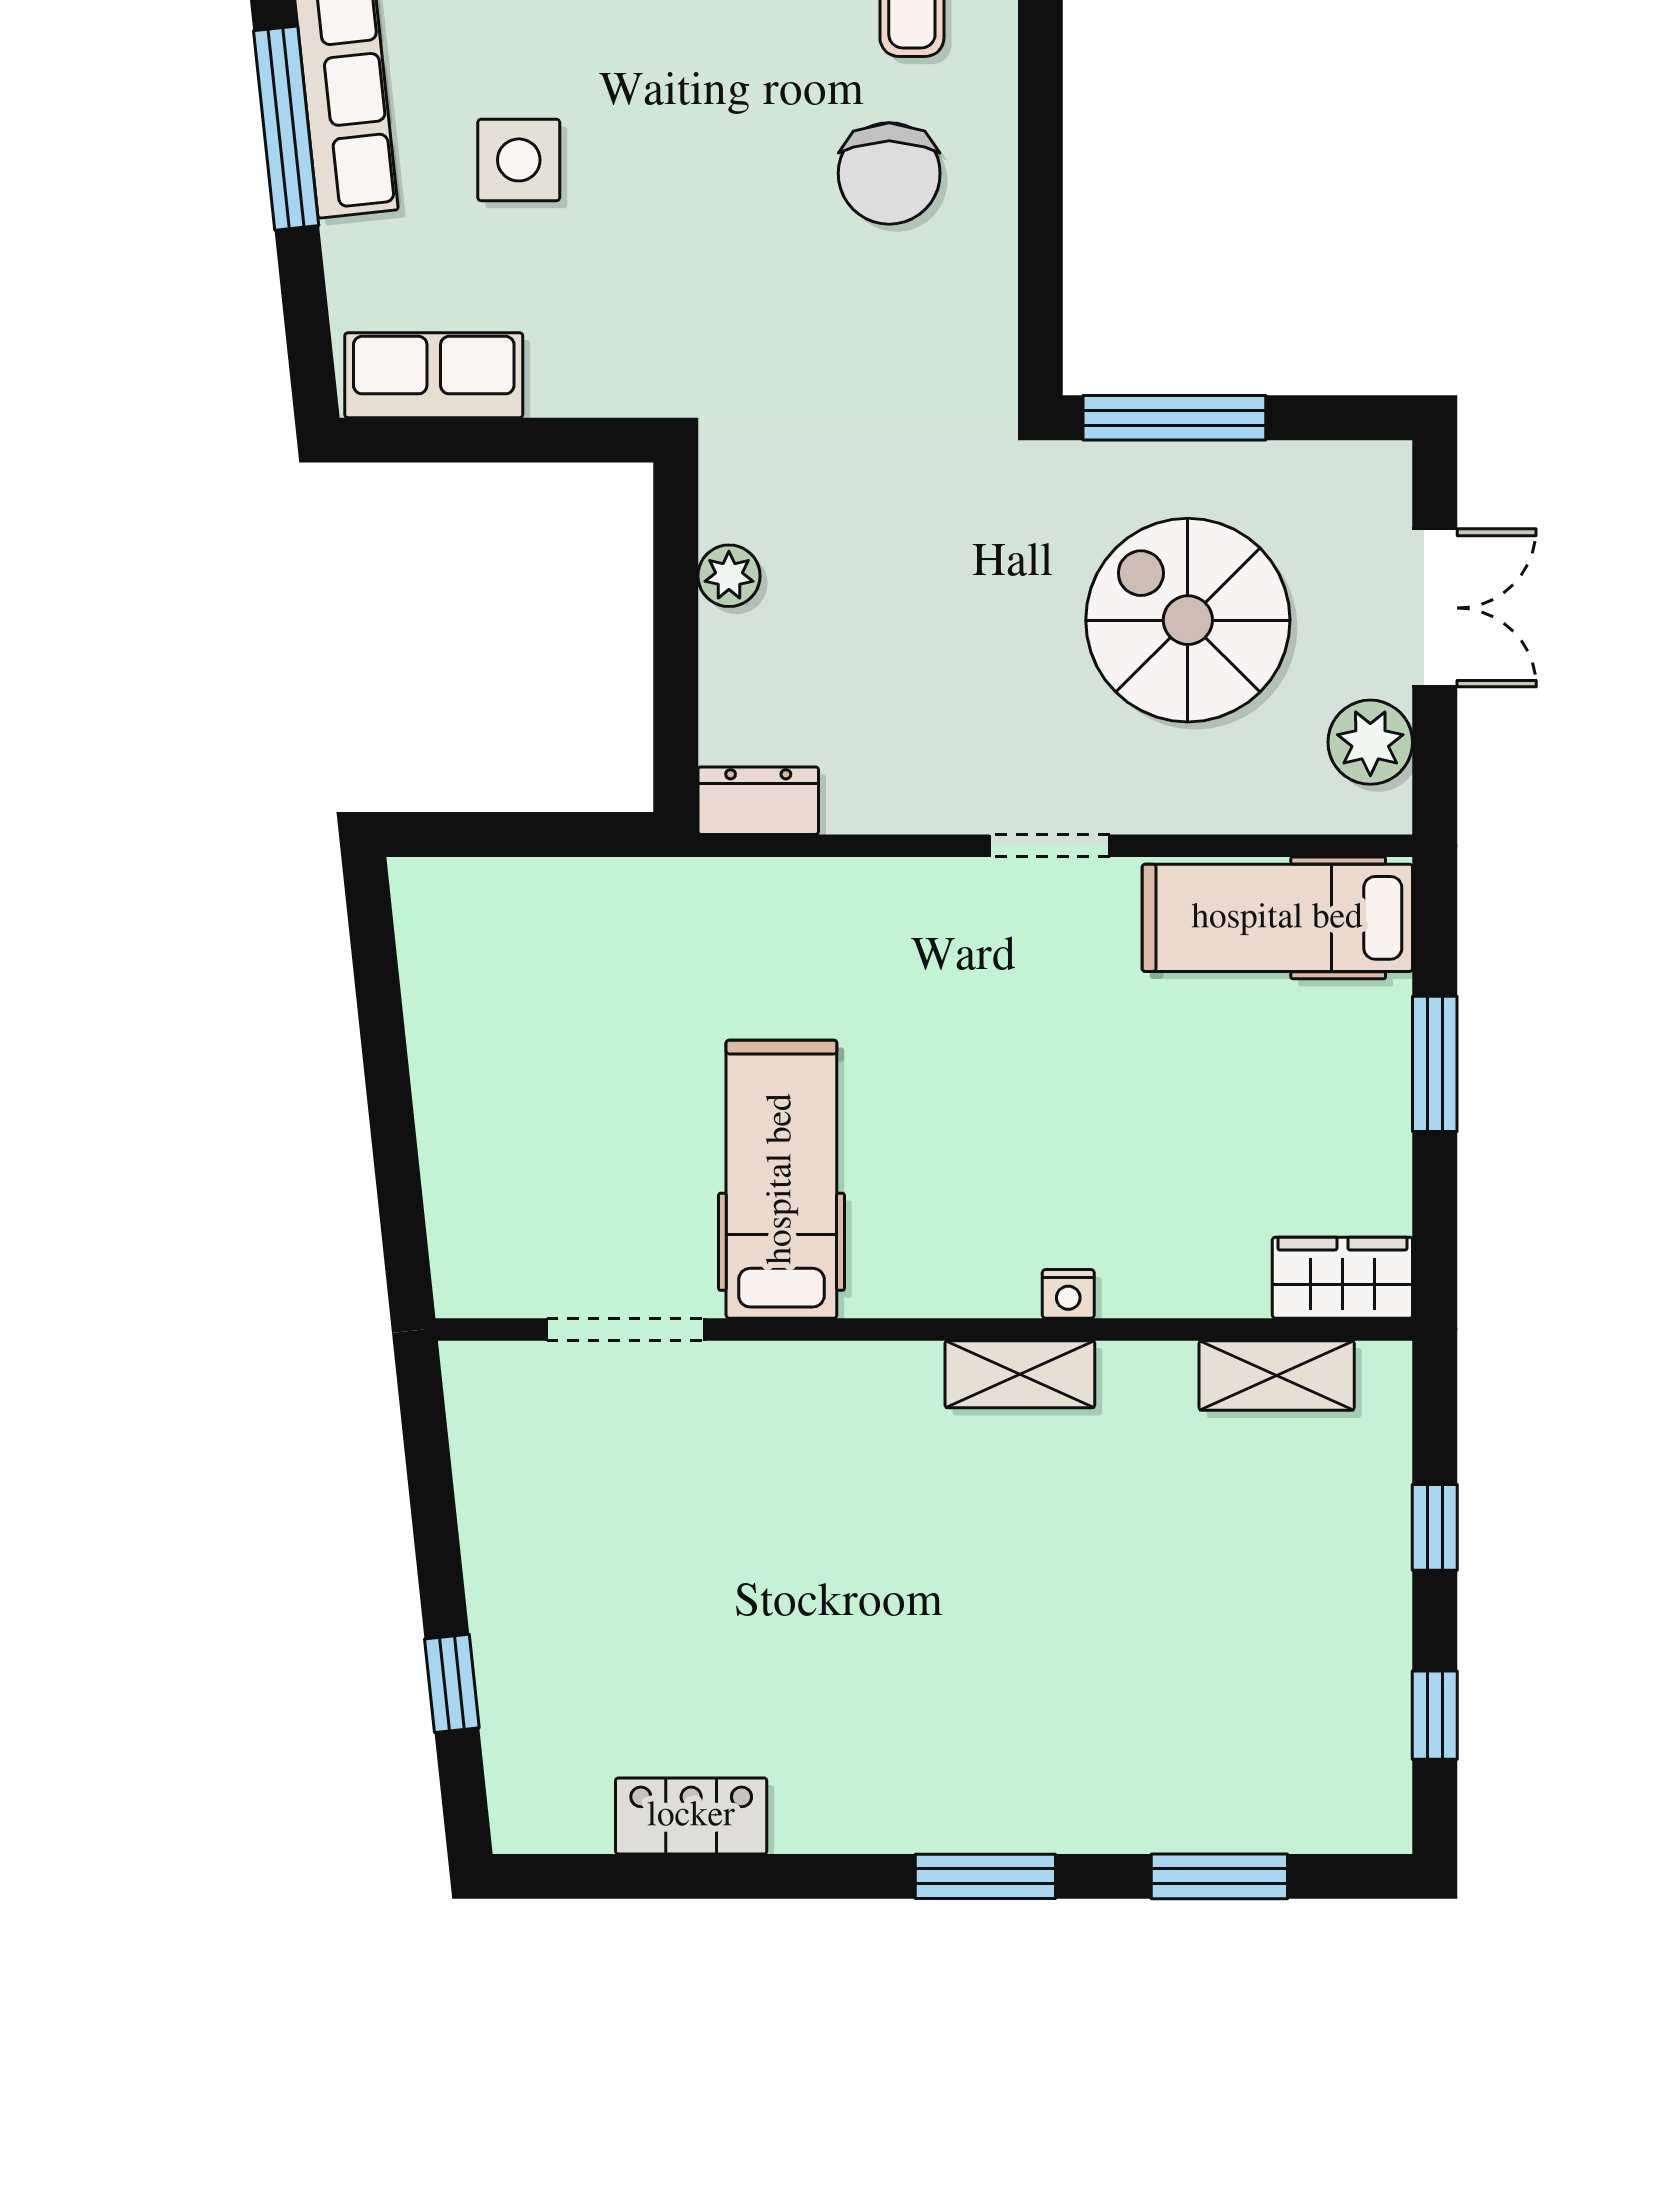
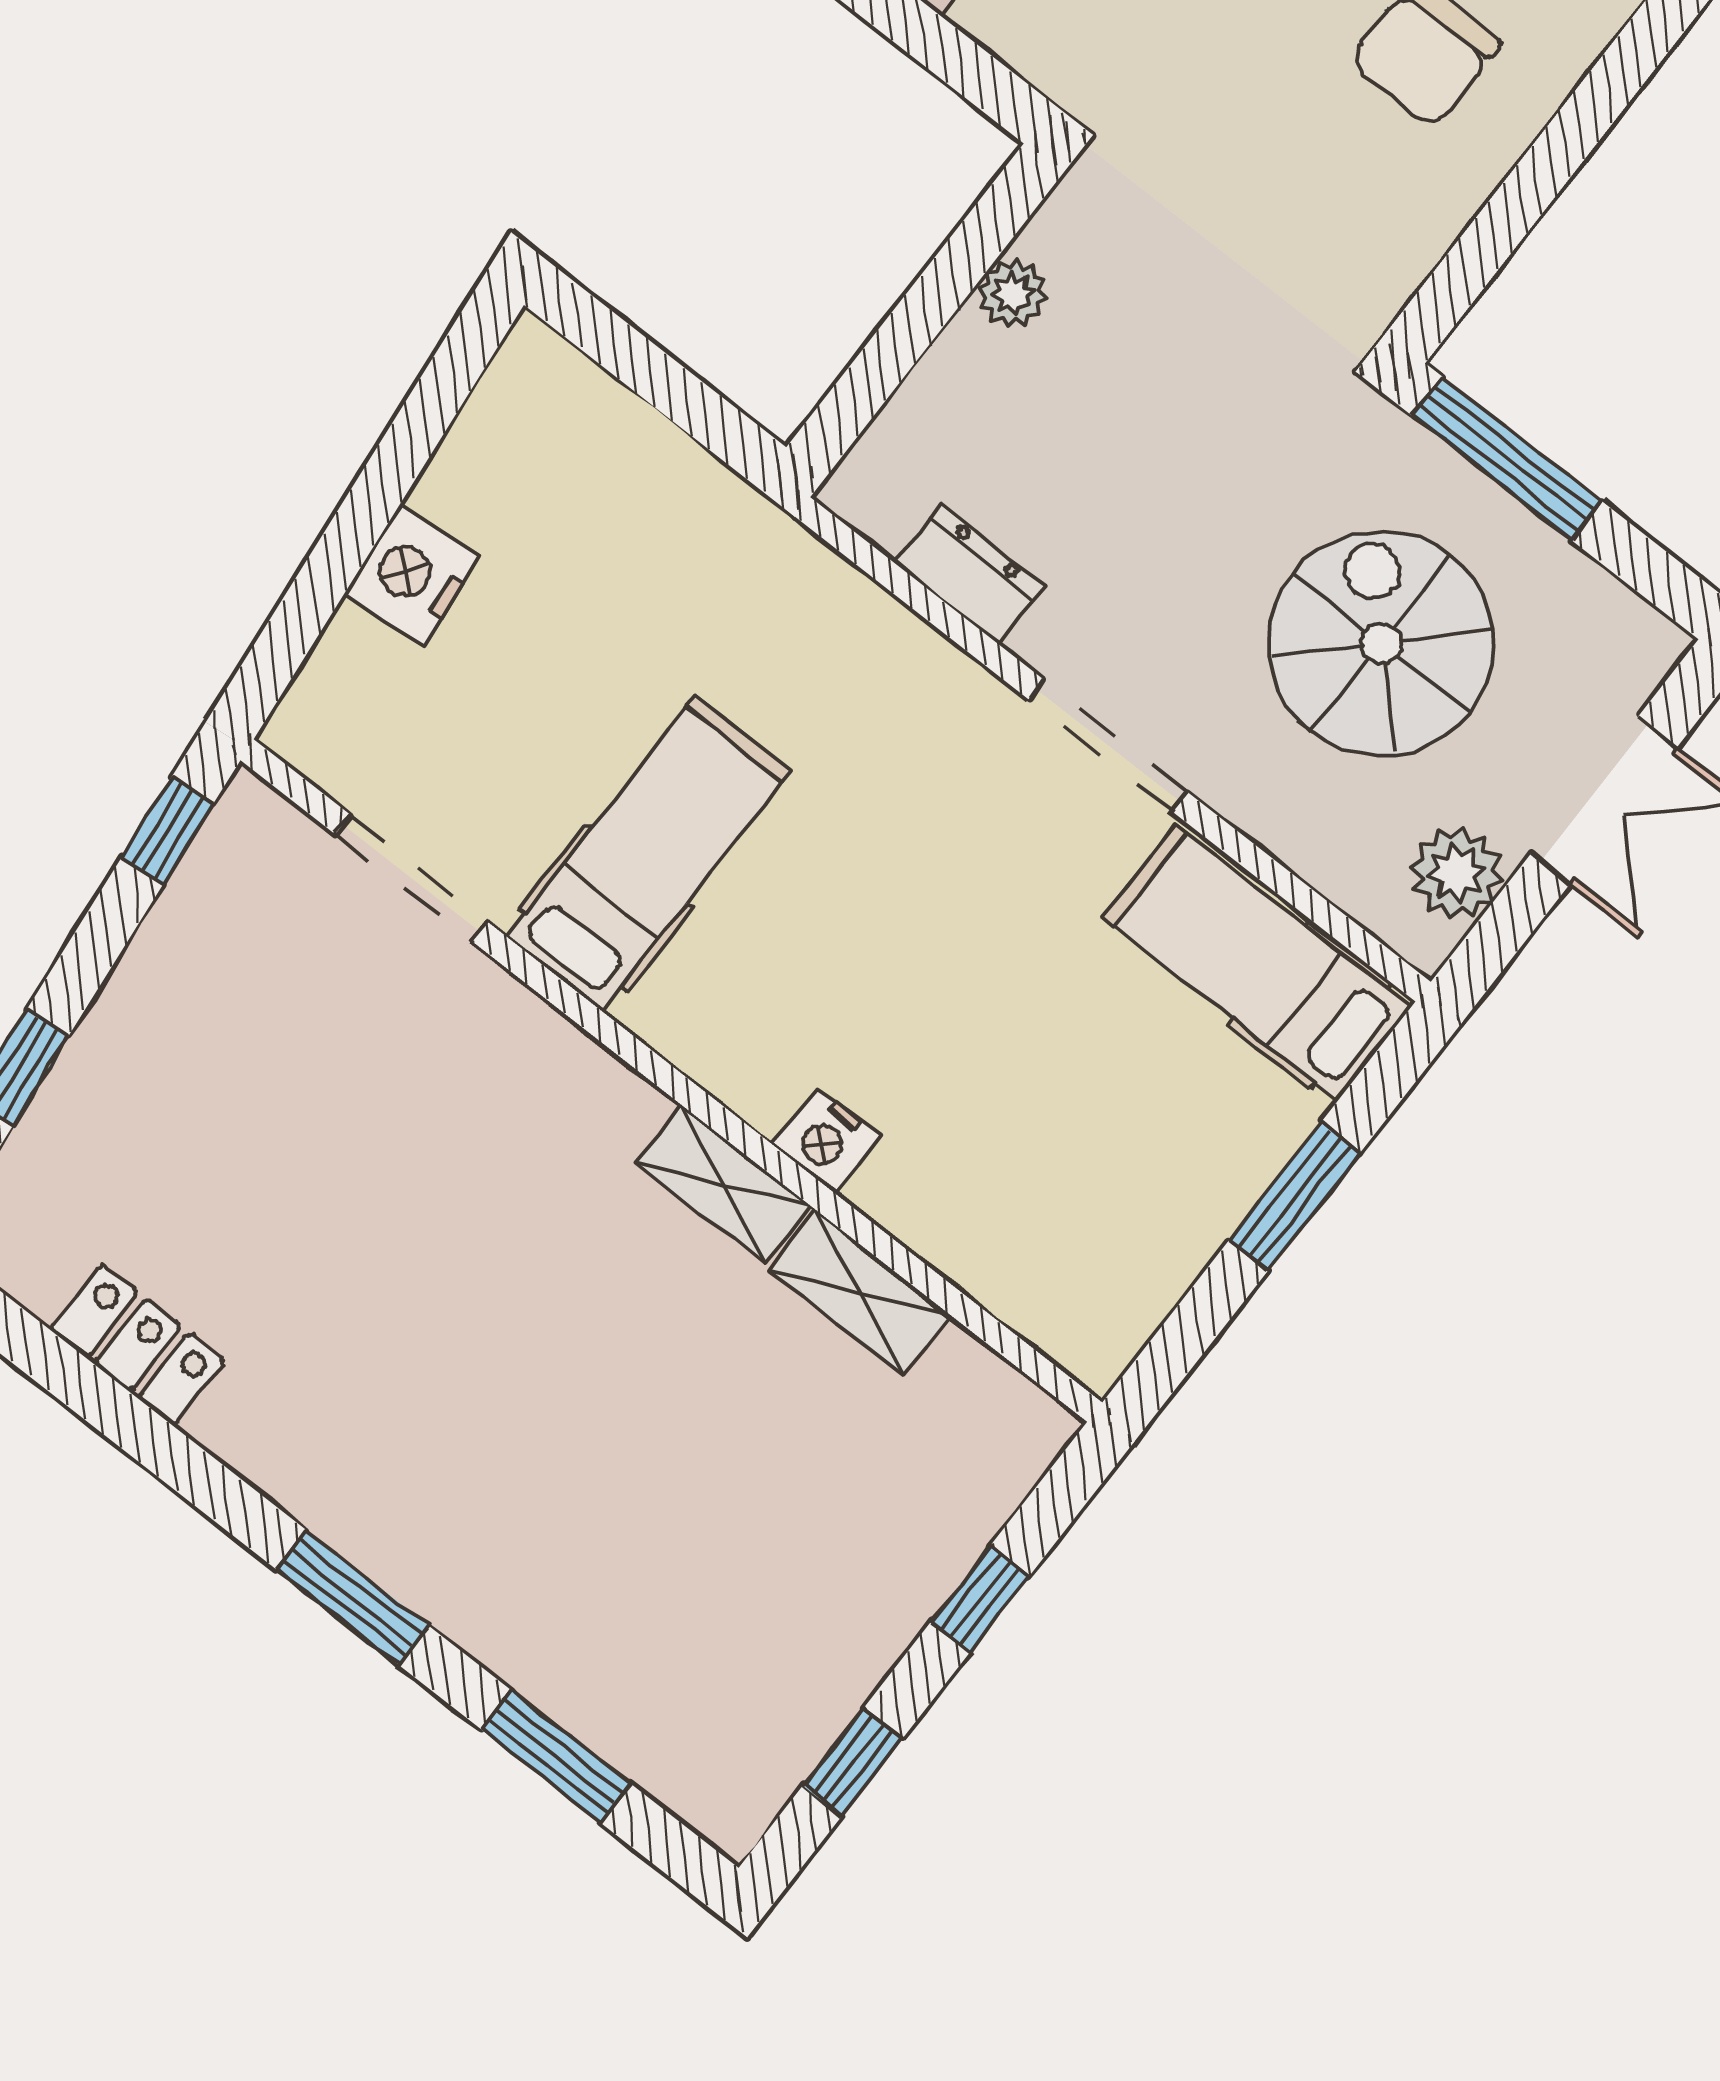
dresser: (758, 801) -> (969, 574), moved
doorway: (1049, 846) -> (1108, 745), width x1.38
nightstand: (457, 1113) -> (411, 575), added
wardrobe: (1342, 1278) -> (1069, 1320), removed
nightstand: (1068, 1294) -> (826, 1140), width x1.39, depth x1.35
shelving: (1277, 1375) -> (860, 1293), moved
window: (425, 1432) -> (167, 831), added

